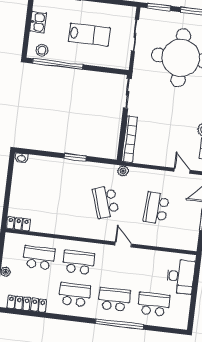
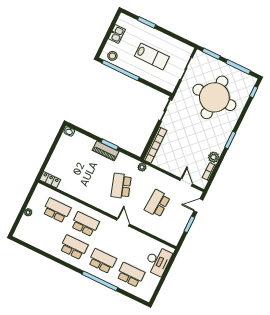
piano: (73, 166) -> (106, 151), added
locker: (27, 304) -> (36, 242), removed

